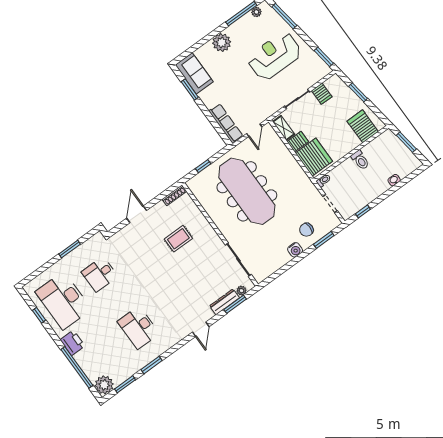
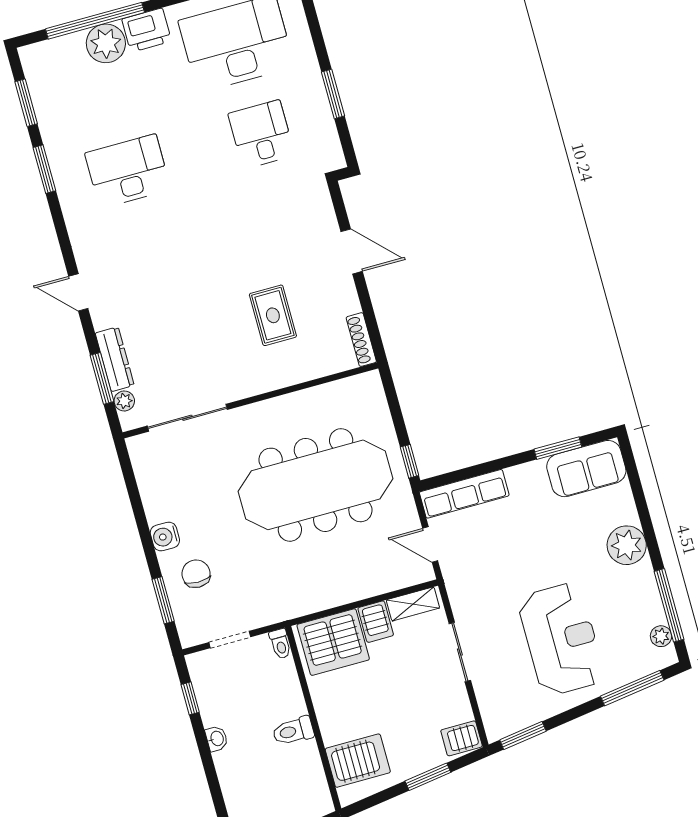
server rack: (322, 94) -> (462, 738), moved
window: (203, 166) -> (409, 461), moved
washbasin: (394, 180) -> (217, 739), moved
plant: (104, 385) -> (106, 43), moved

